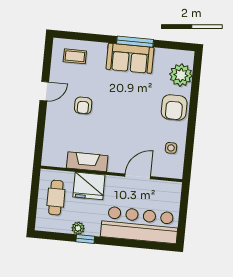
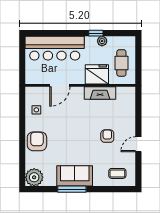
plant: (181, 75) -> (34, 177), moved

